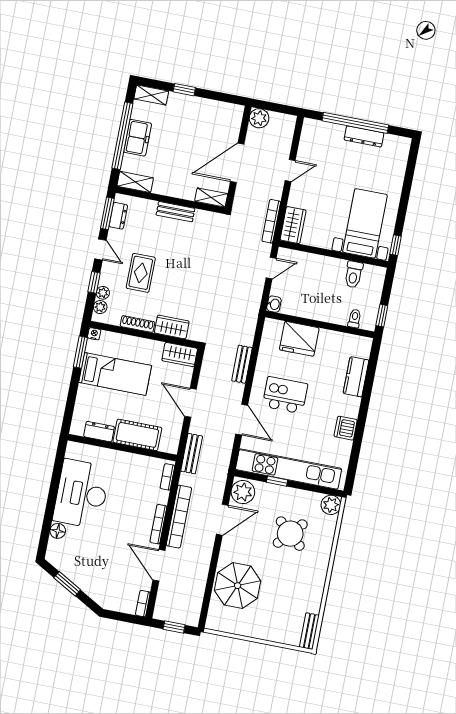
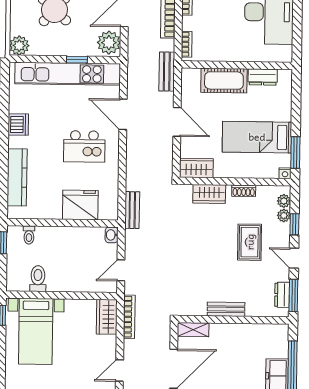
shelving: (135, 182) -> (271, 331), removed
shoe rack: (138, 324) -> (244, 191), width x0.70
bench: (242, 364) -> (132, 210), moved
kitchen counter: (356, 377) -> (17, 177), width x1.50

